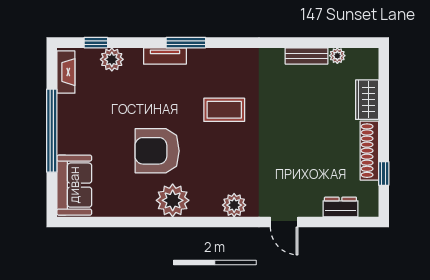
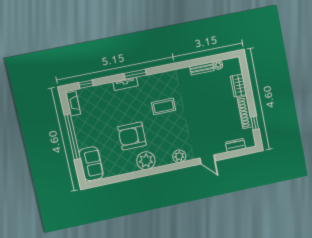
plant: (112, 59) -> (97, 92), removed

